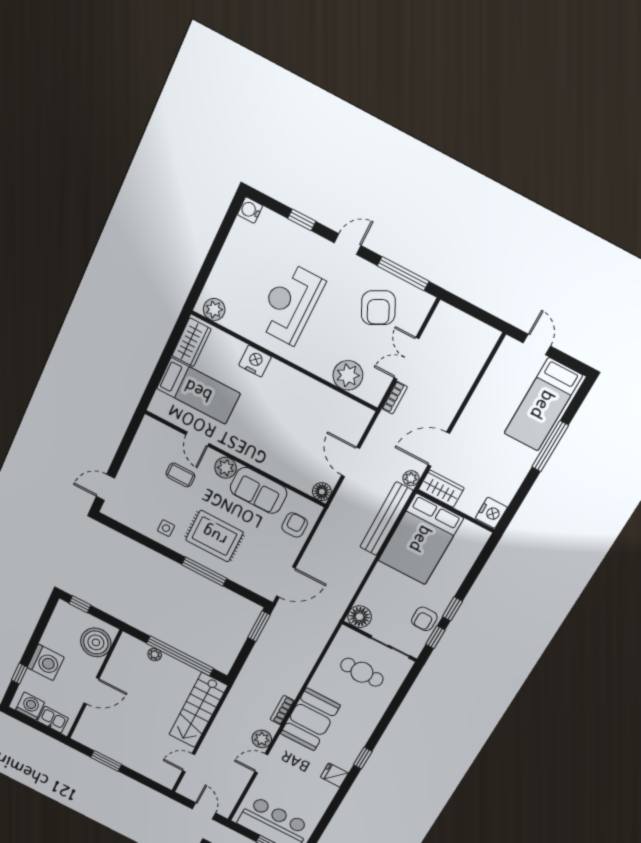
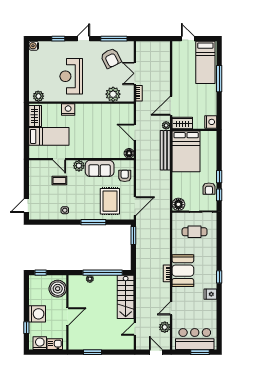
rug: (214, 536) -> (110, 201), moved, turned 90
plant: (262, 739) -> (165, 327), moved

